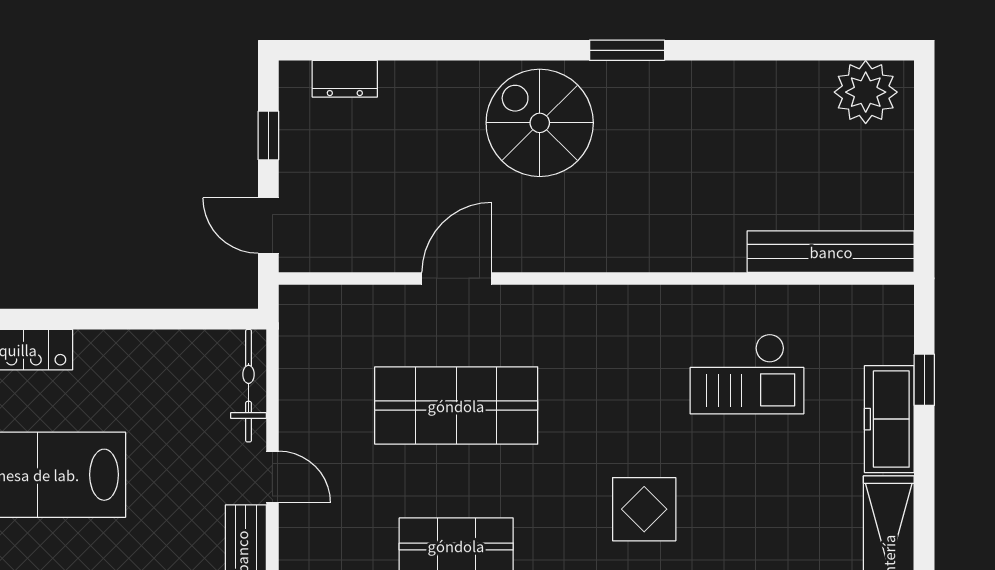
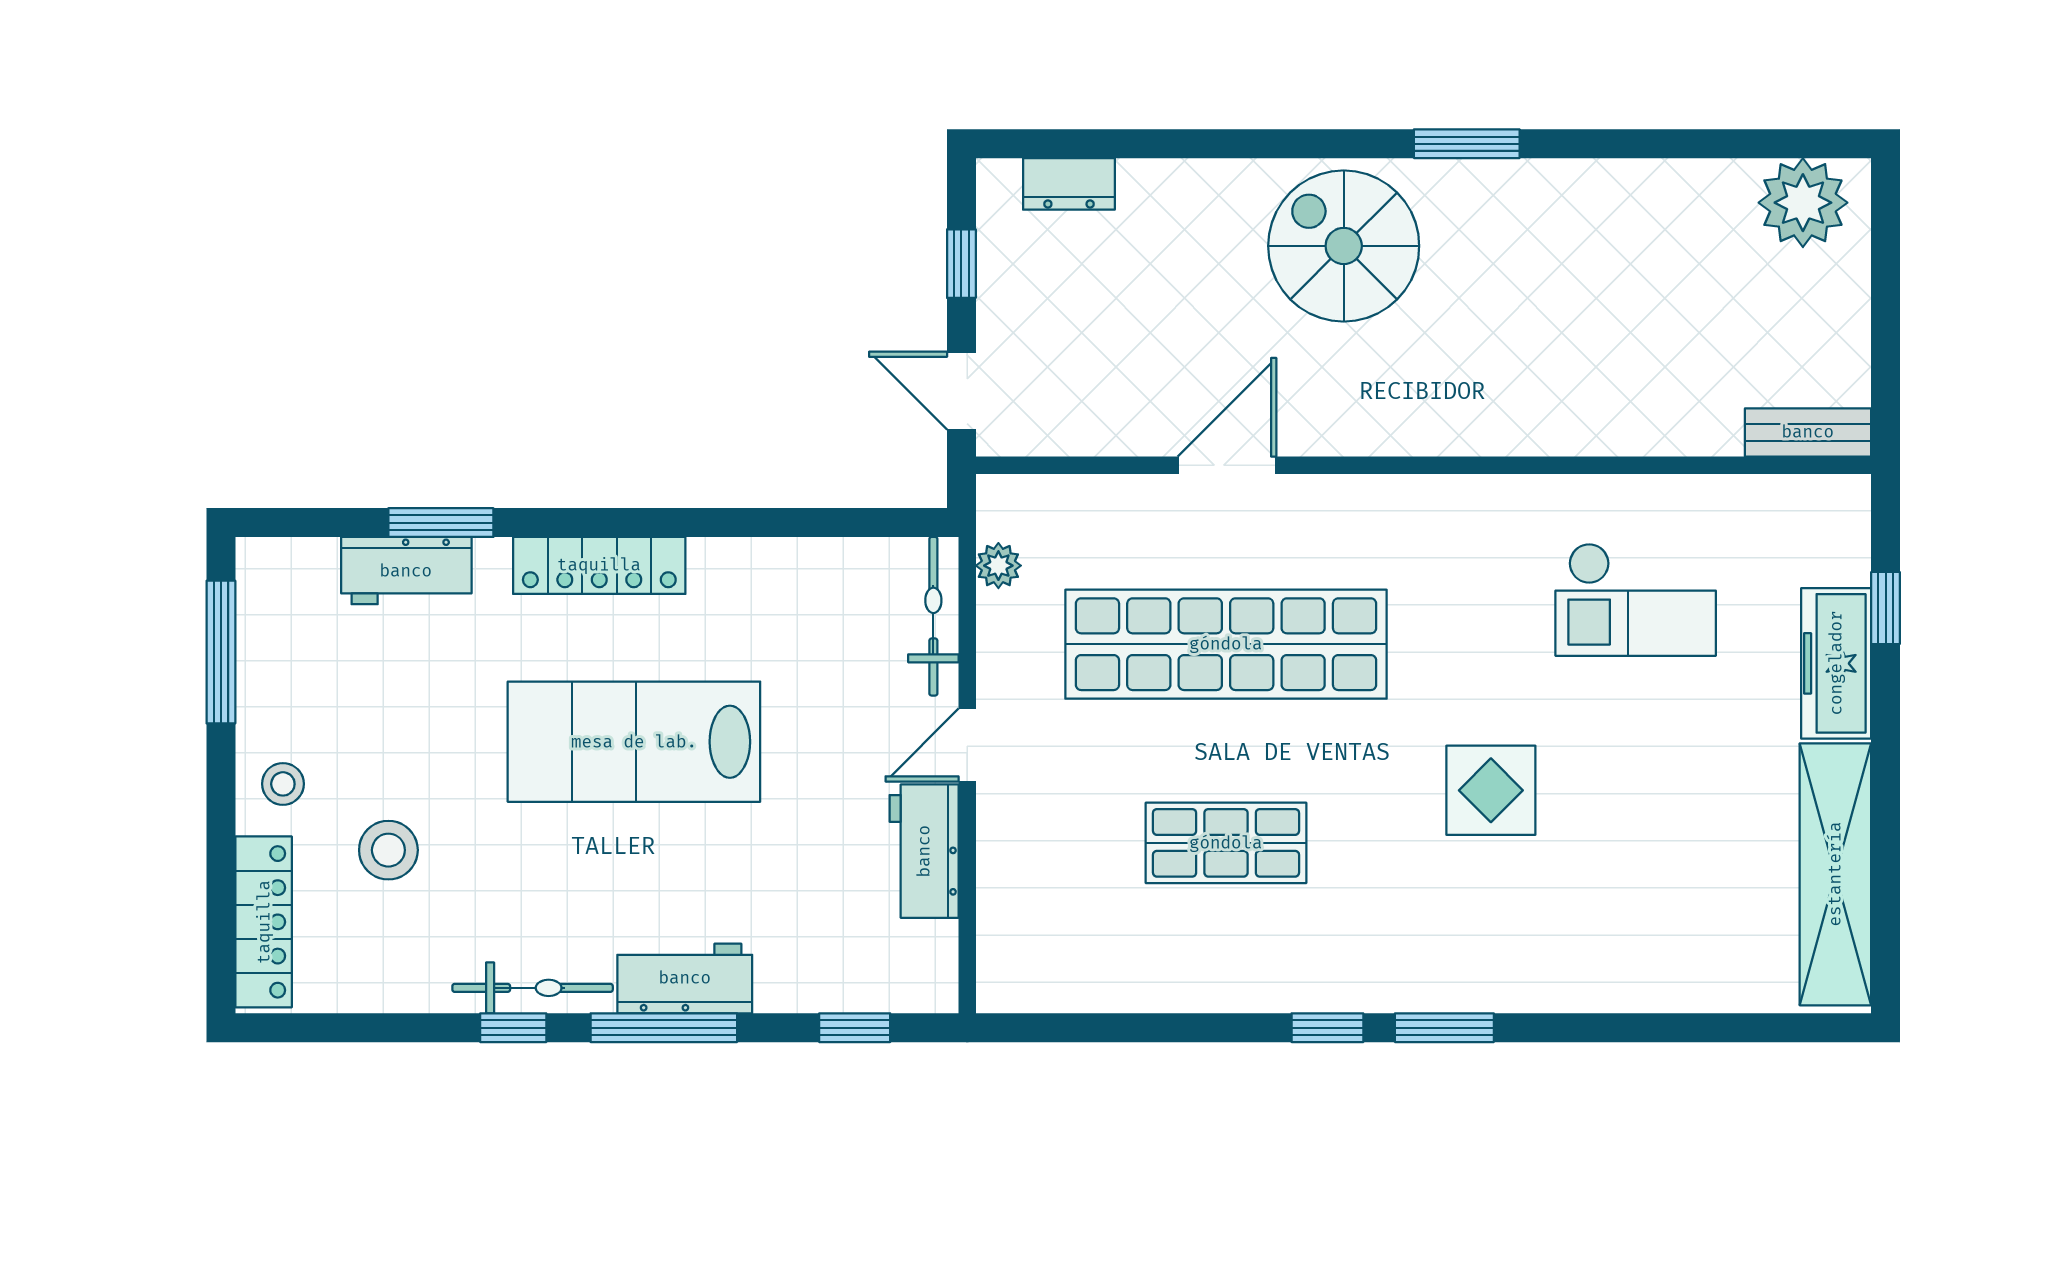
bench: (831, 252) -> (1808, 432), width x0.54, depth x0.82
plant: (295, 350) -> (998, 566), added
shop shelf: (456, 406) -> (1226, 644), width x1.40
door: (272, 477) -> (967, 745), swing flipped

